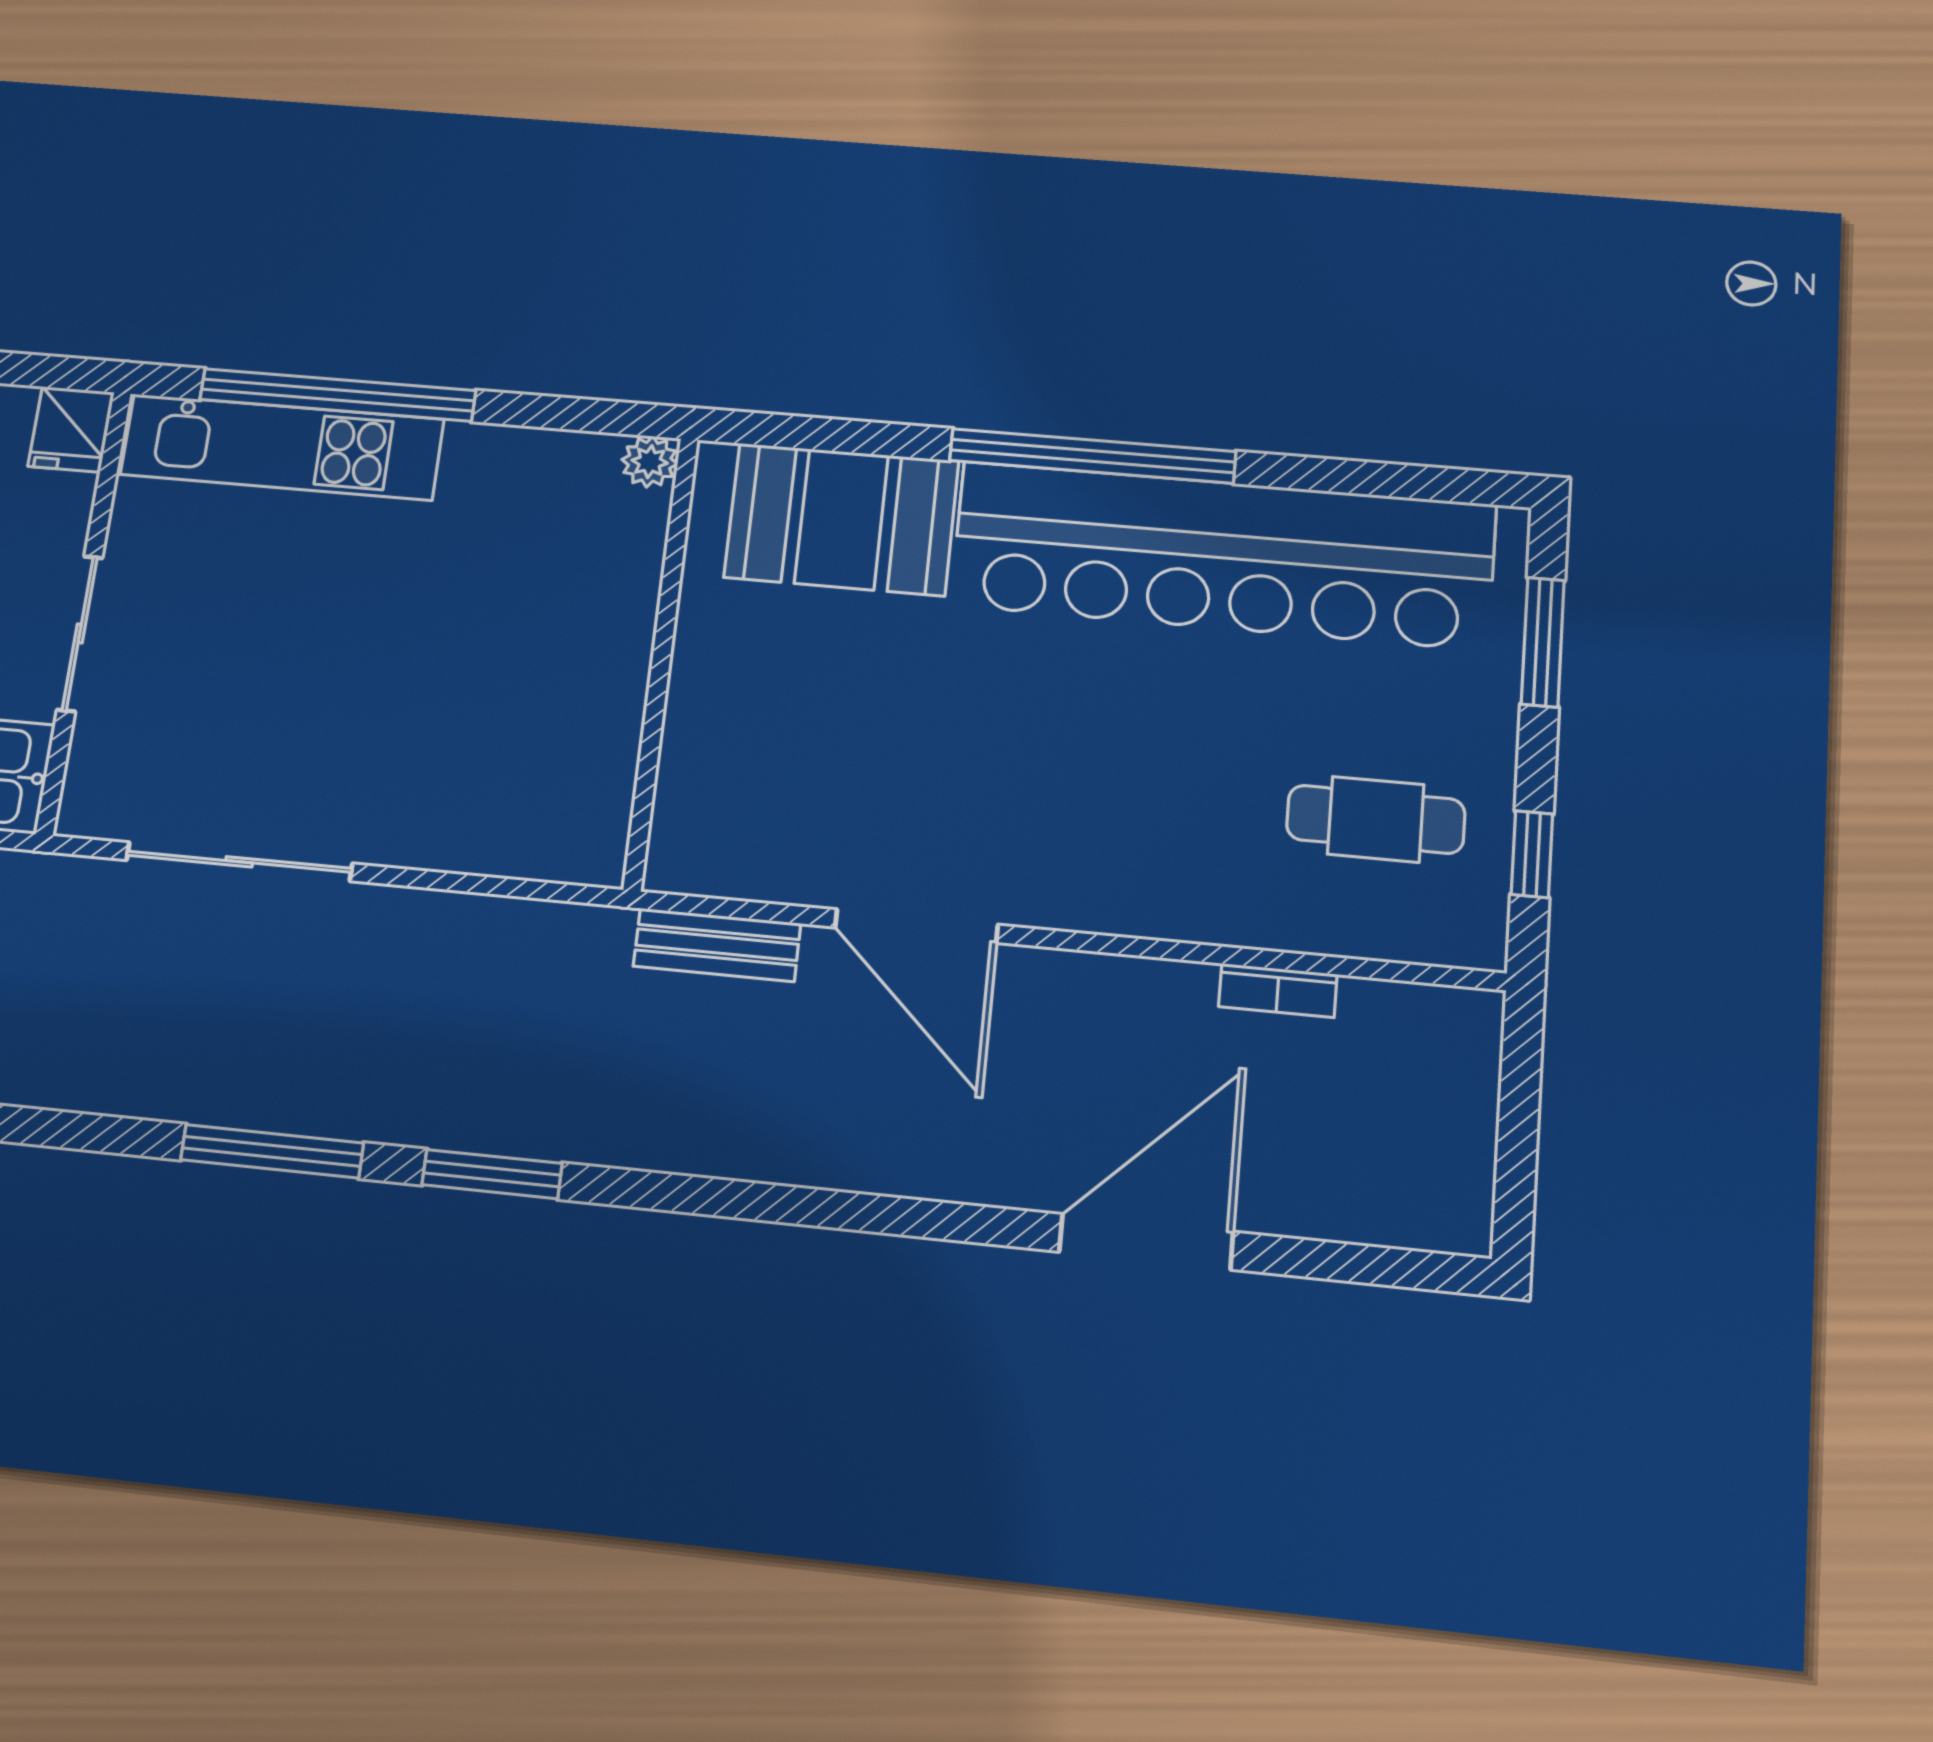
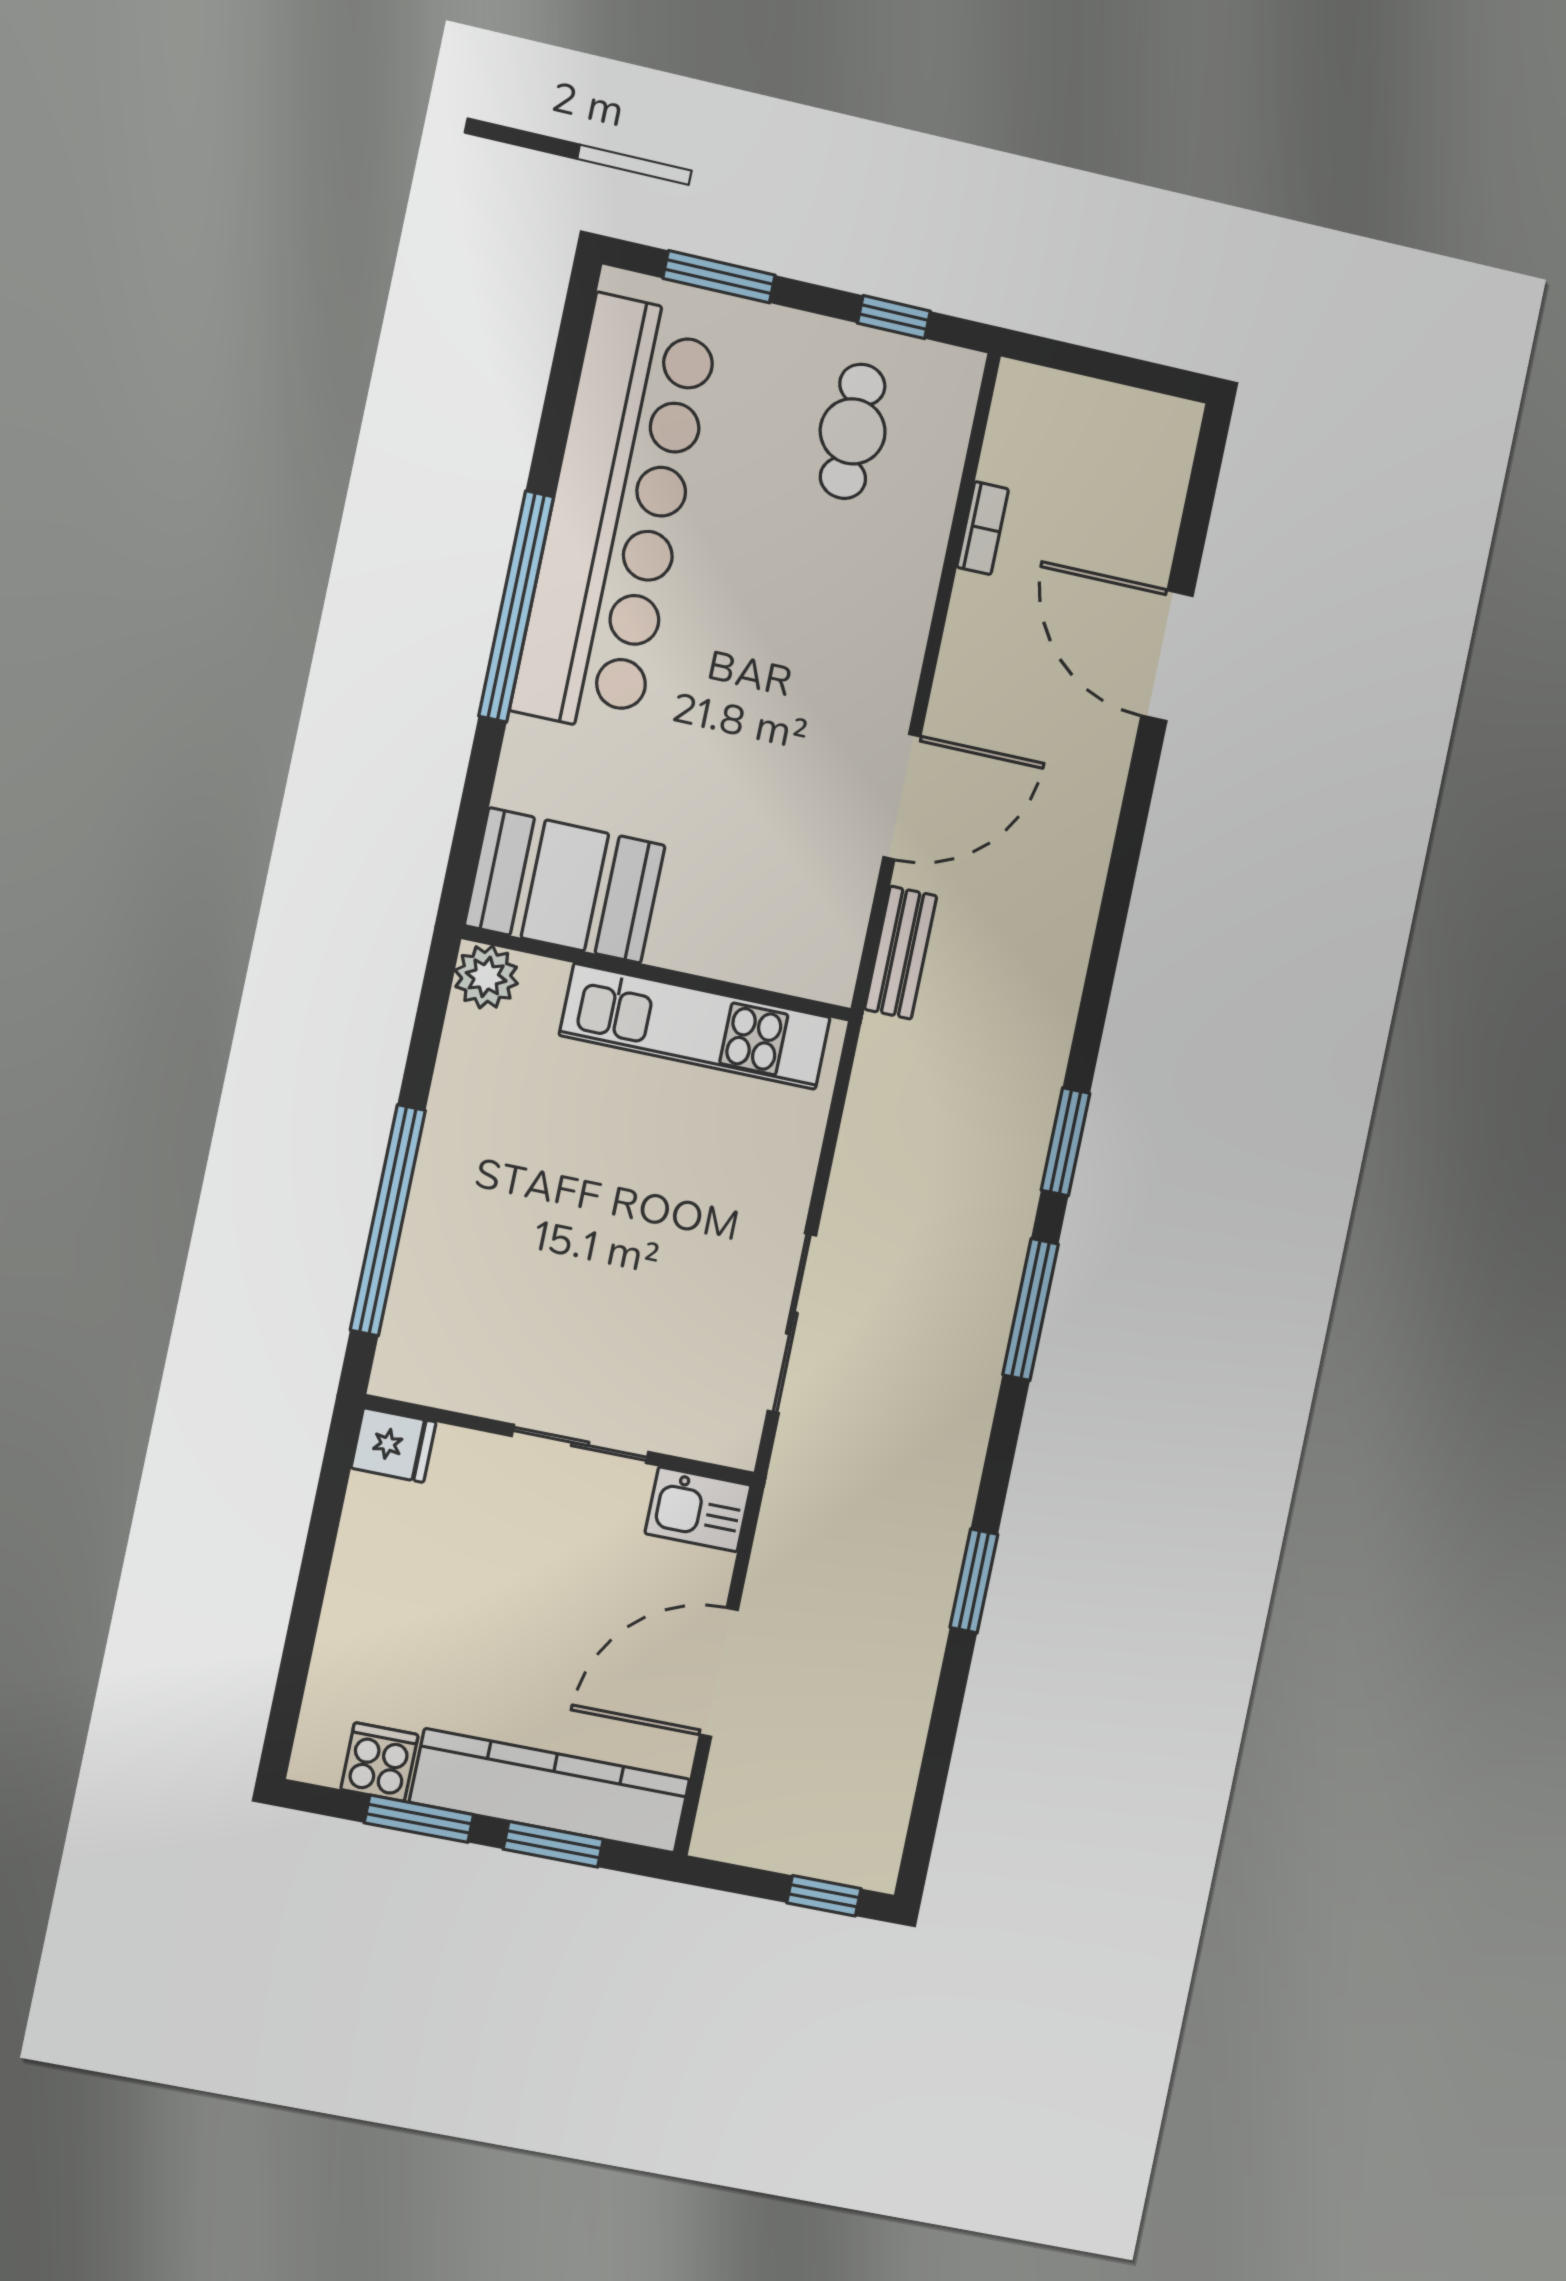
kitchen unit: (282, 447) -> (695, 1026), moved, turned 90
plant: (650, 462) -> (486, 977), width x1.38, depth x1.38
booth: (841, 519) -> (565, 885), moved, turned 90

